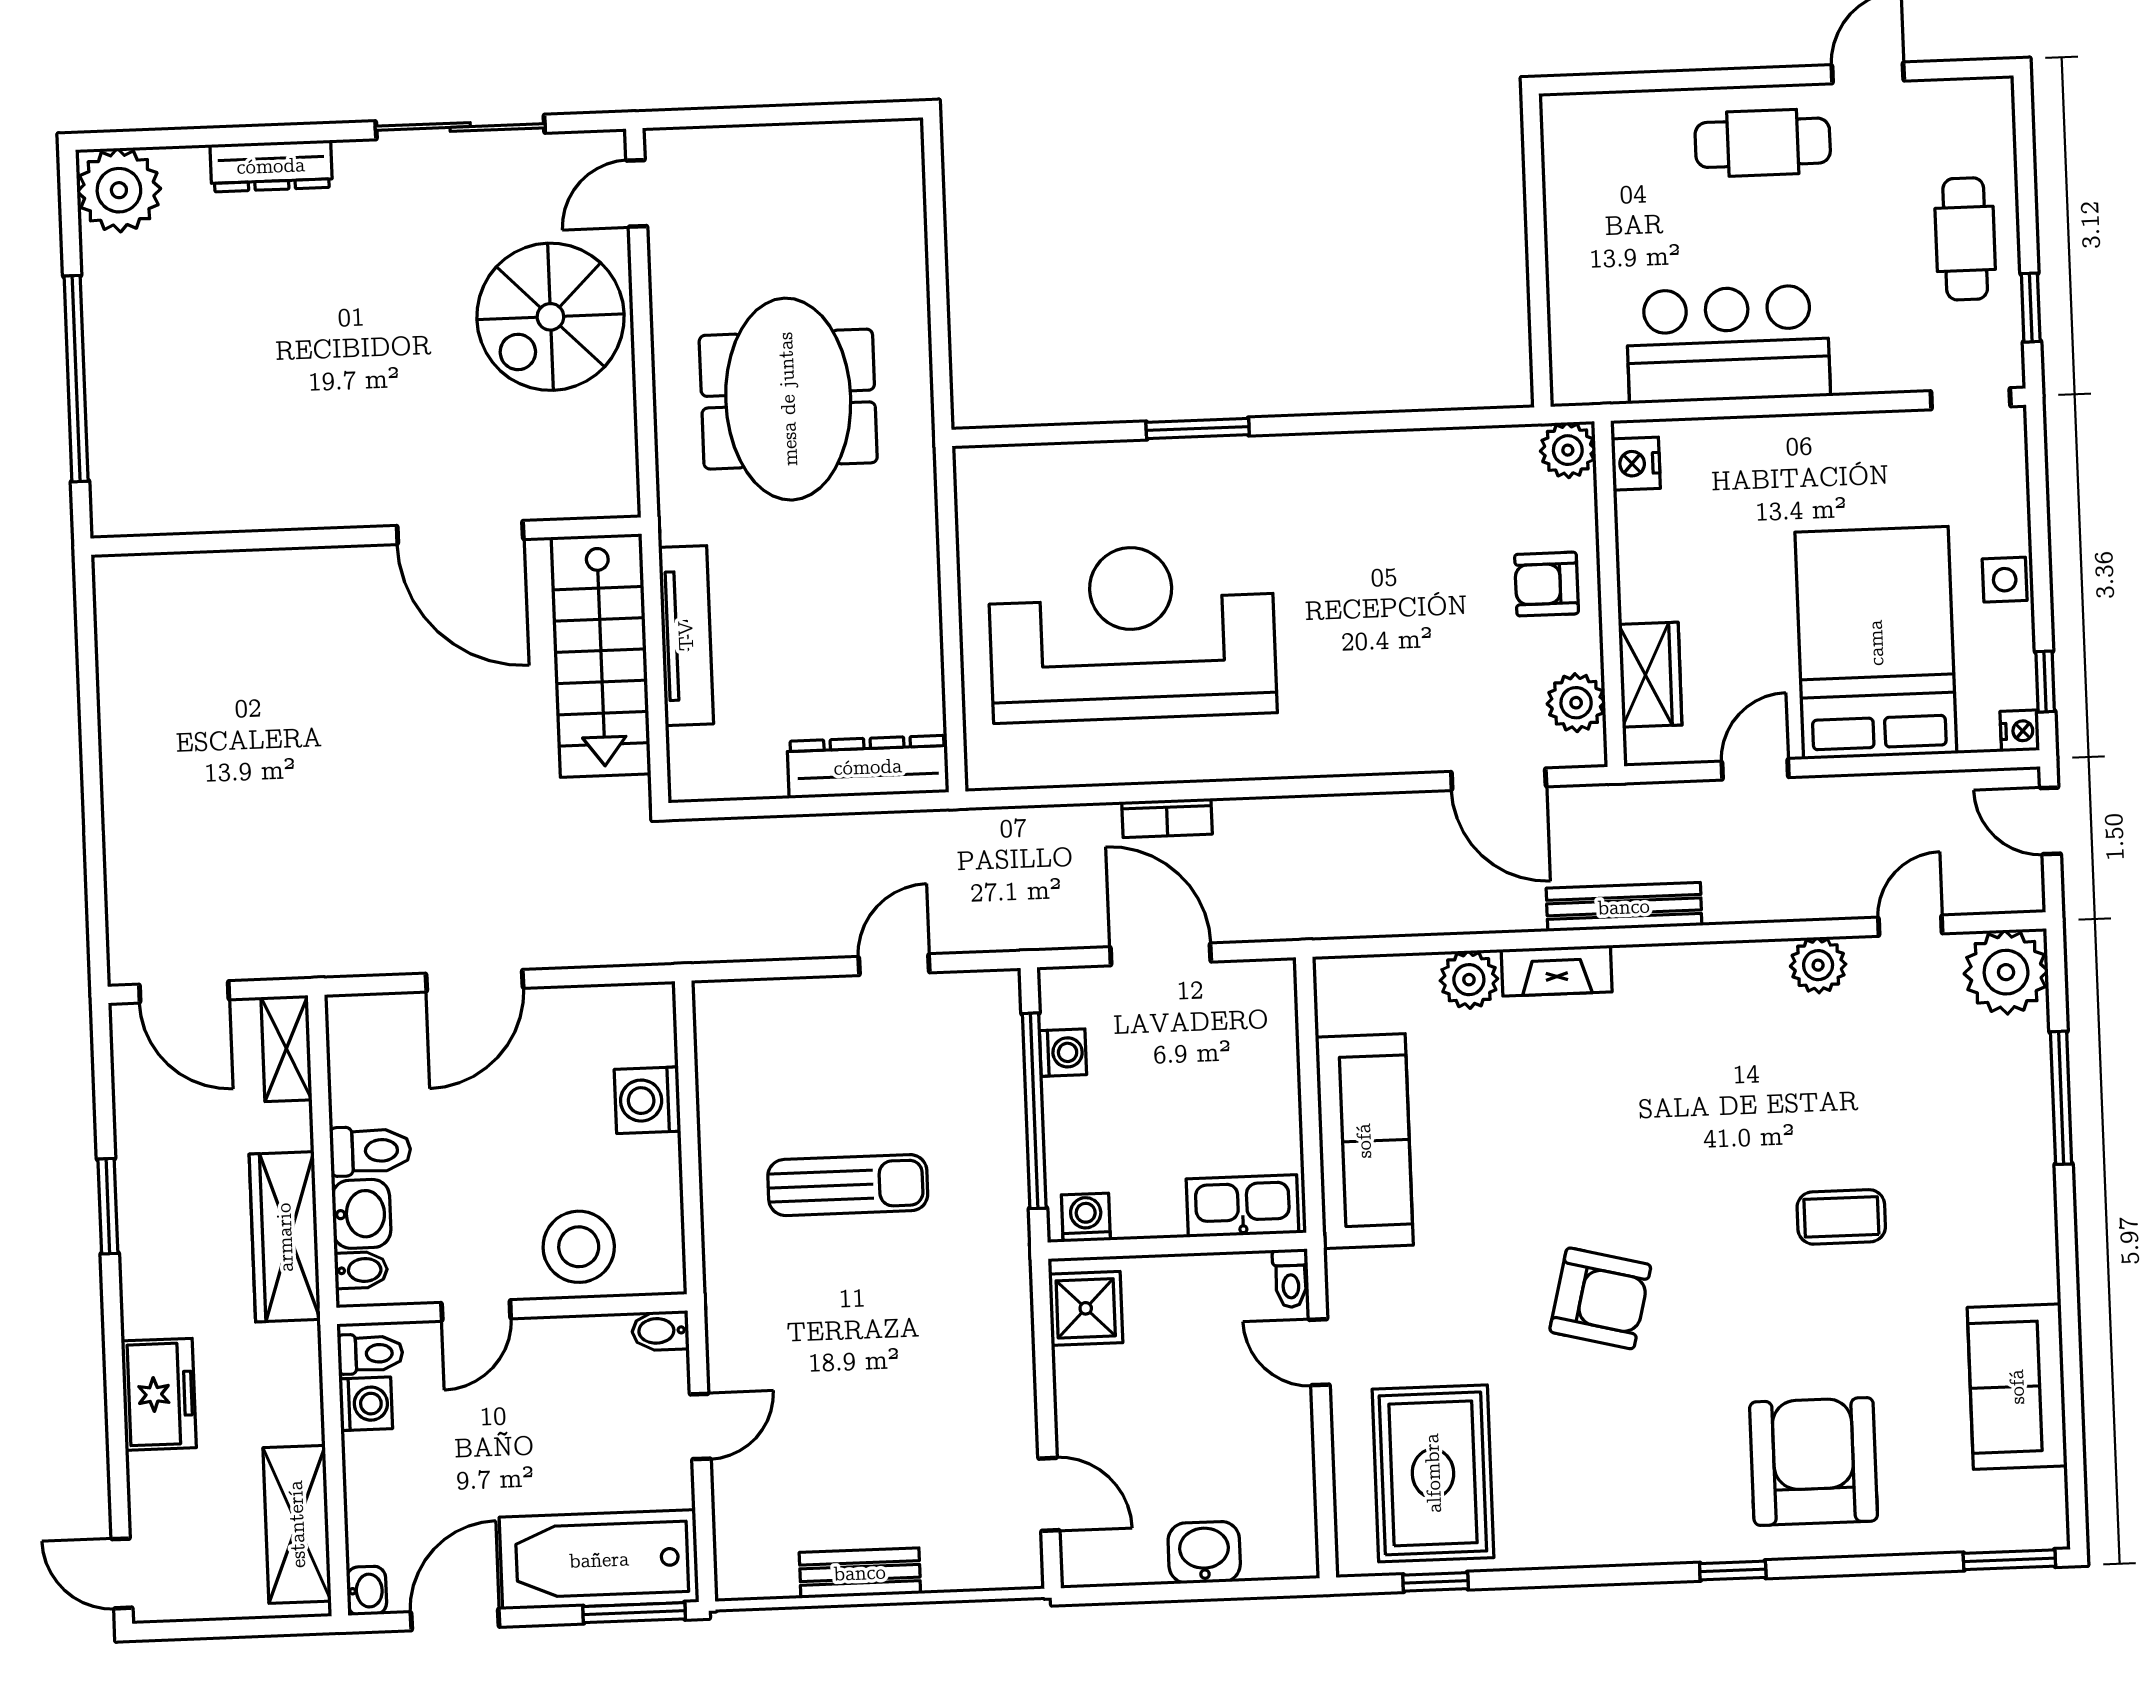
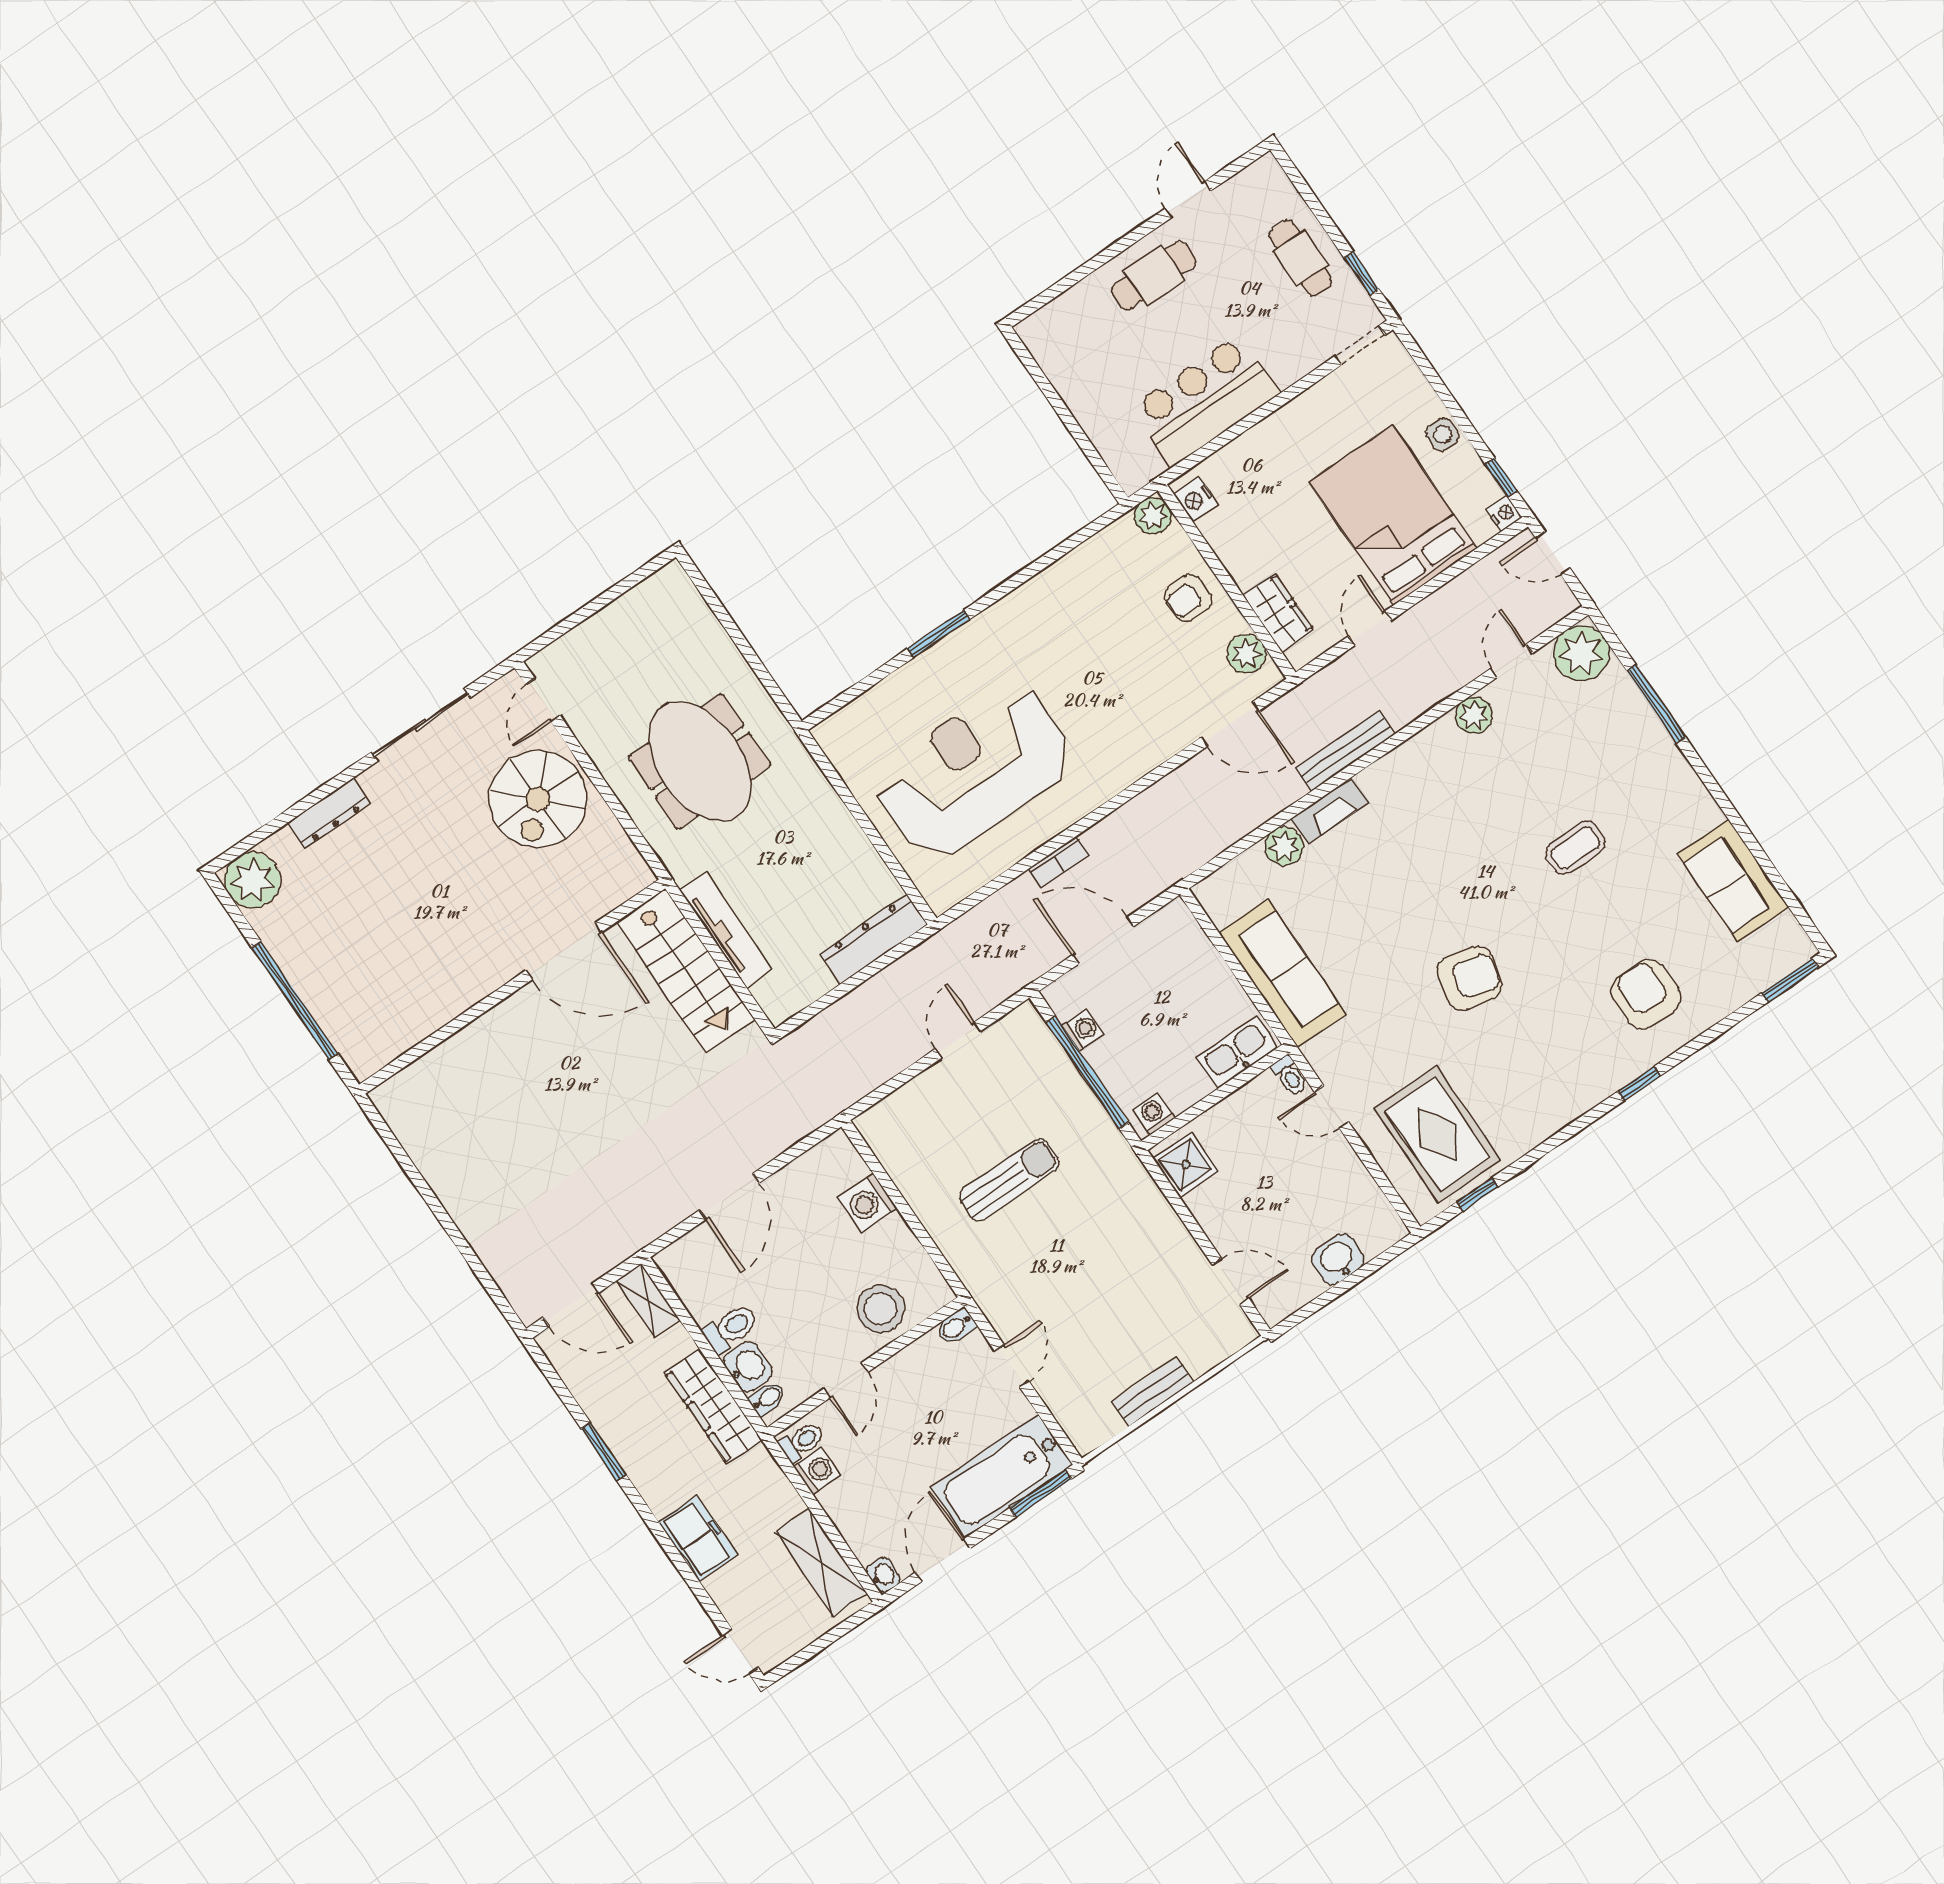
armchair: (1814, 1461) -> (1646, 994), width x0.73, depth x0.73

